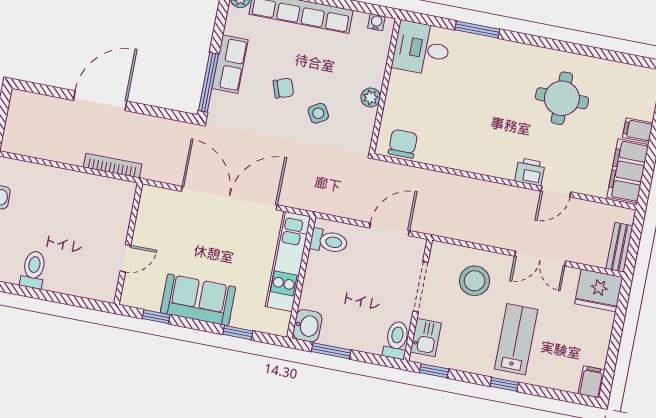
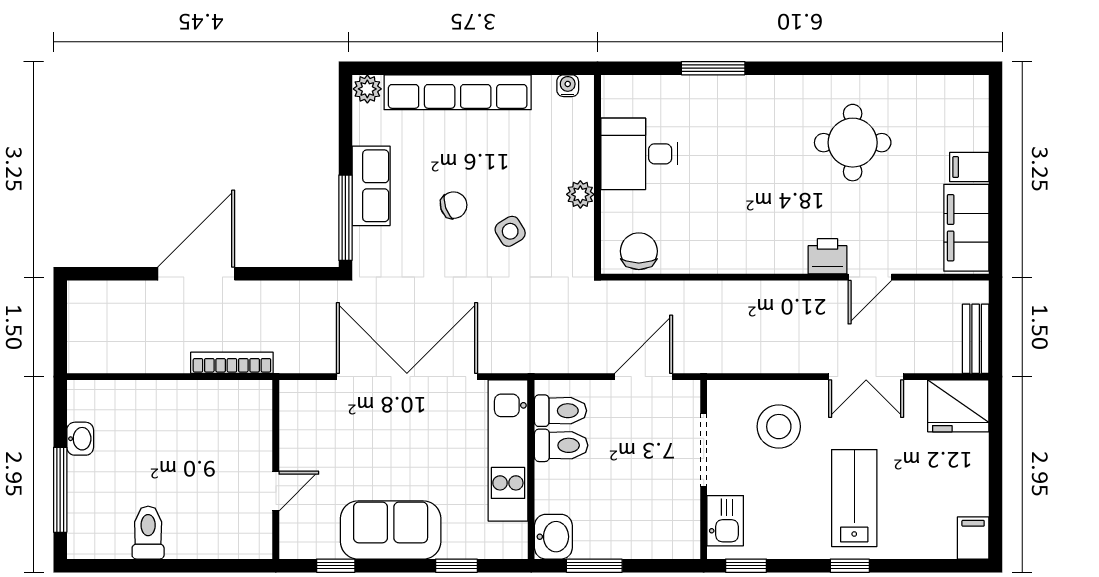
desk: (422, 48) -> (639, 154), moved
toilet: (396, 340) -> (561, 445), moved, turned 90

